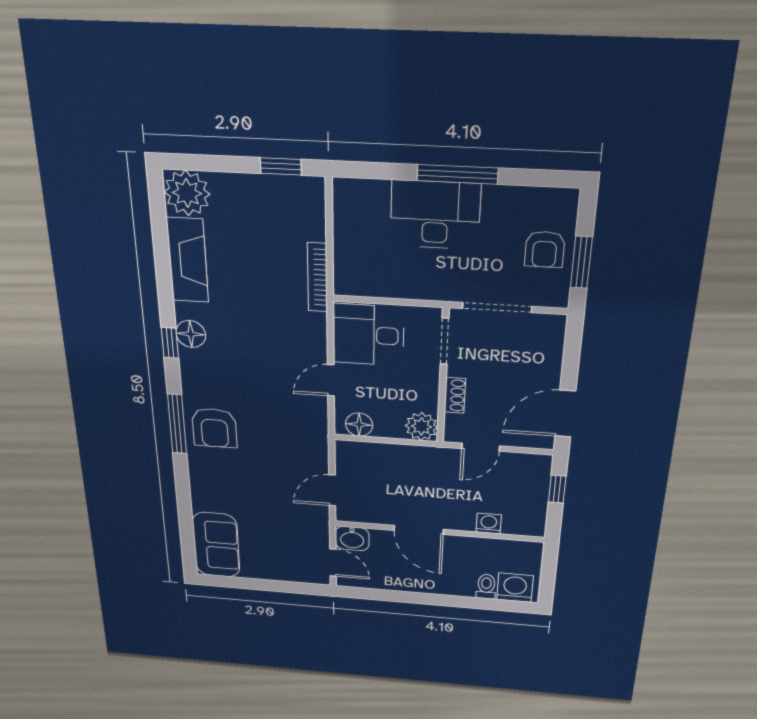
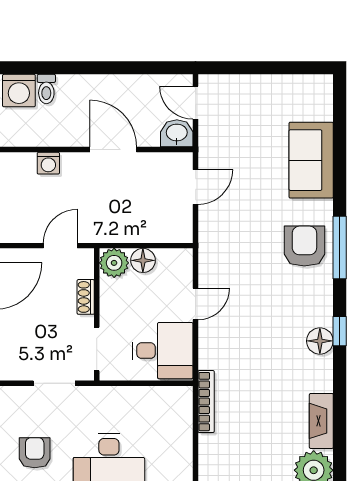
armchair: (545, 249) -> (35, 453), moved
fireplace: (188, 260) -> (321, 421), width x0.73, depth x0.76
doorway: (497, 308) -> (54, 383), width x0.73
floor lamp: (359, 425) -> (143, 260), moved
sofa: (216, 545) -> (311, 160), moved

